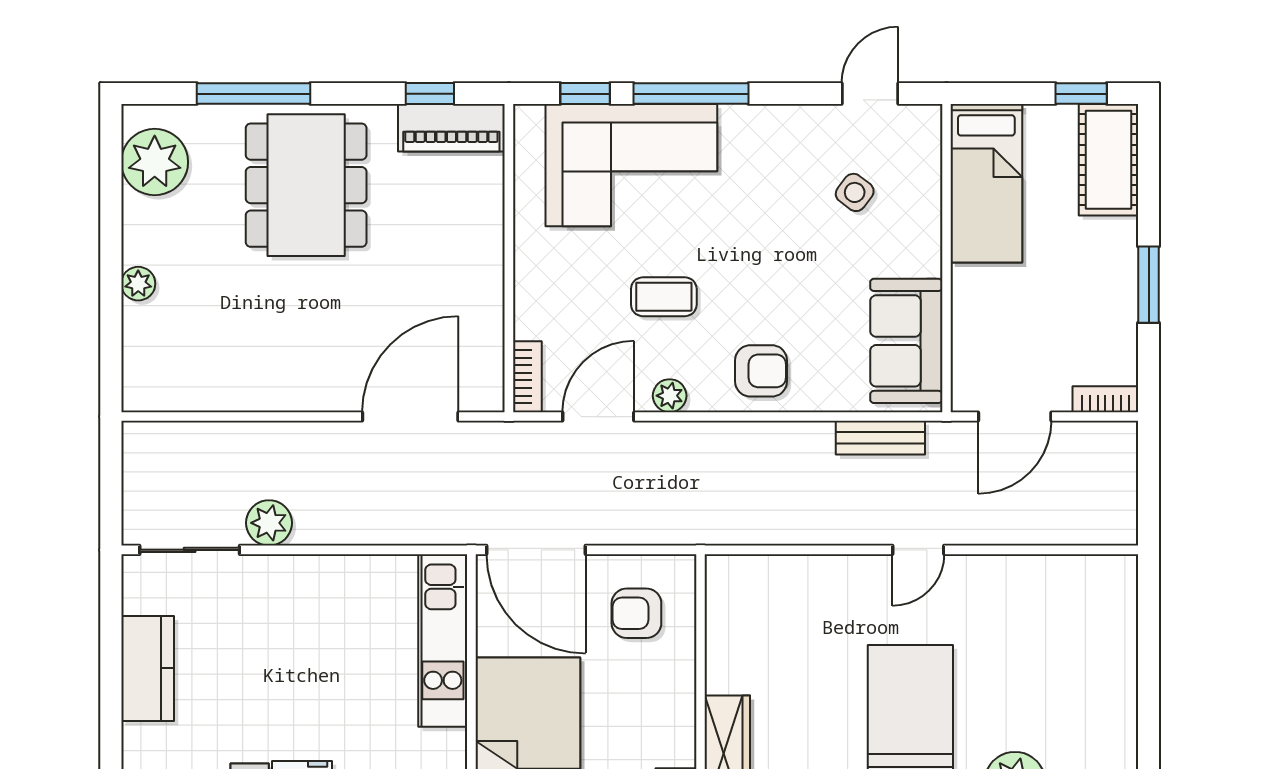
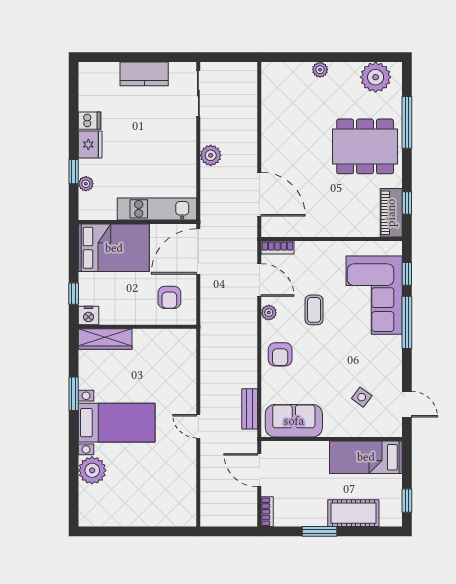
cot: (1108, 160) -> (353, 513), moved
plant: (269, 523) -> (211, 155), moved
armchair: (636, 613) -> (169, 297), turned 180

